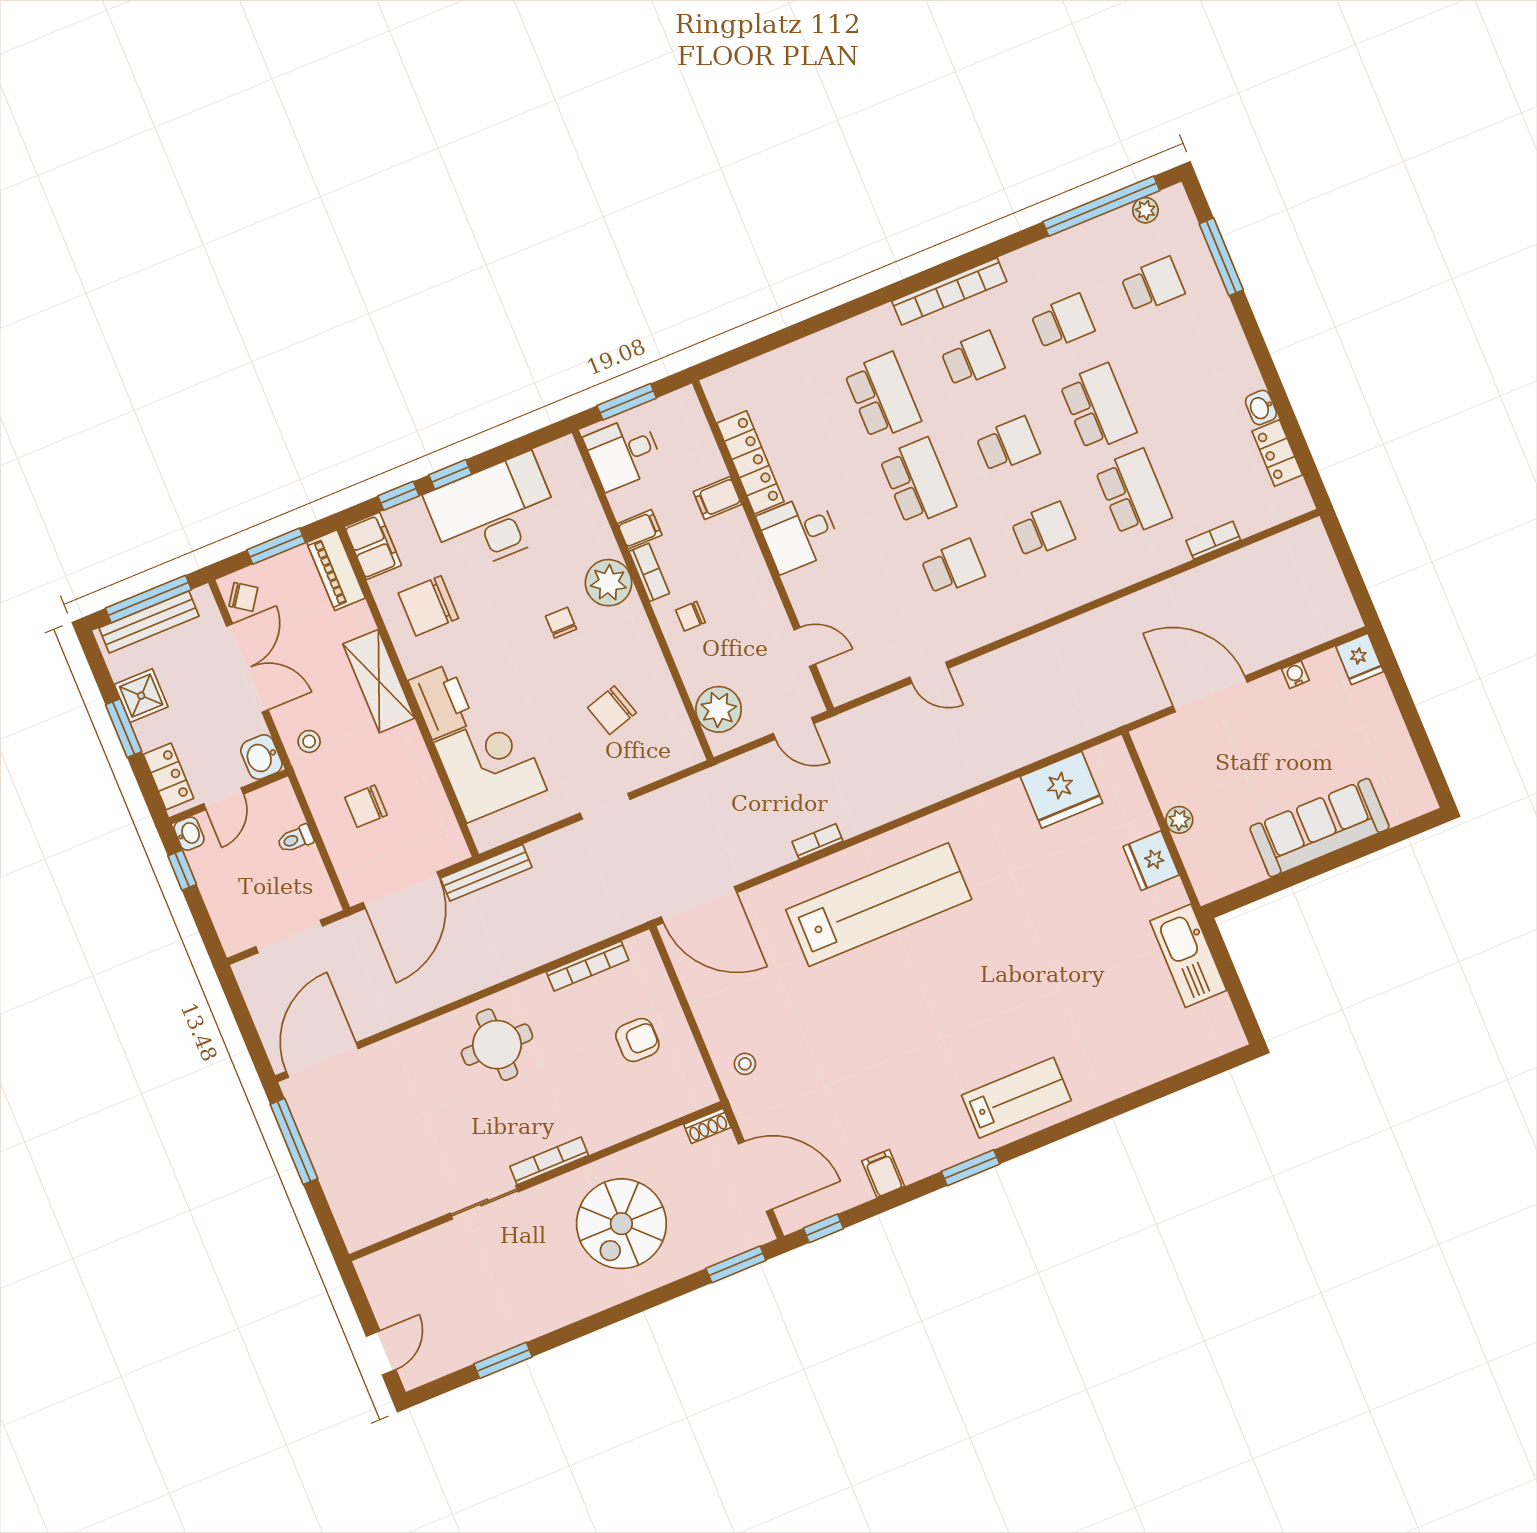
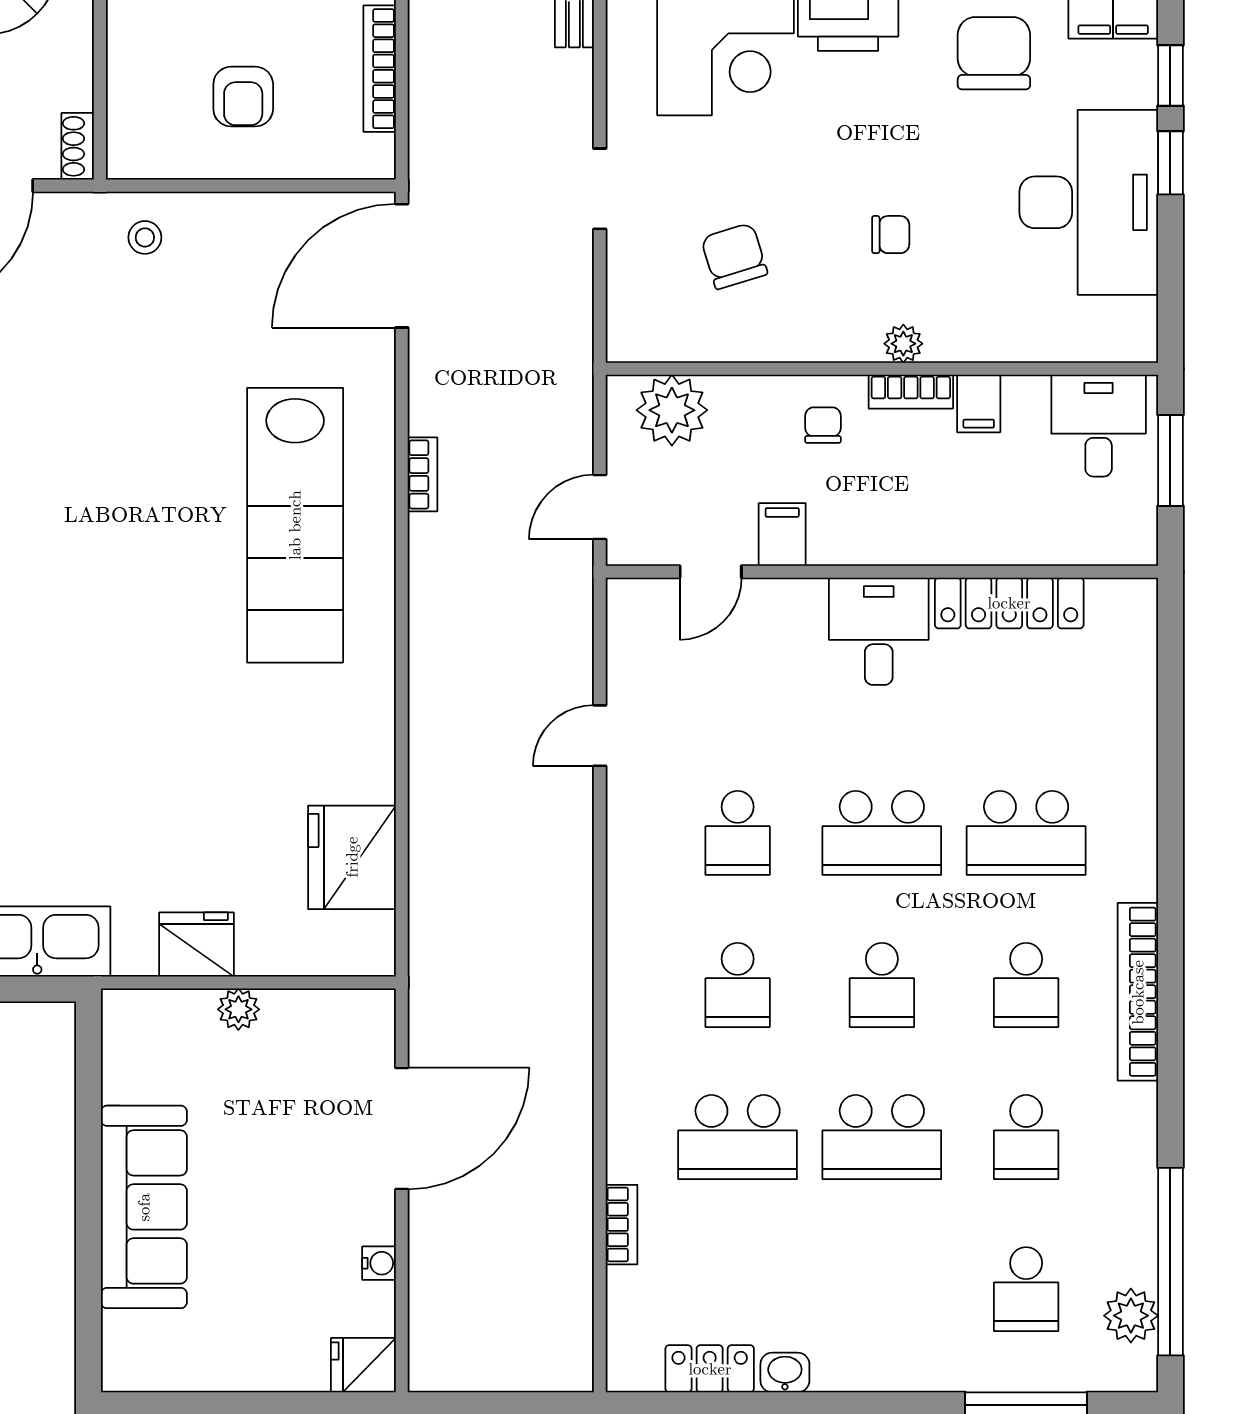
plant: (1145, 210) -> (1131, 1316), width x1.38, depth x1.38
filing cabinet: (717, 498) -> (782, 534), moved
plant: (609, 583) -> (903, 344), width x0.53, depth x0.53

